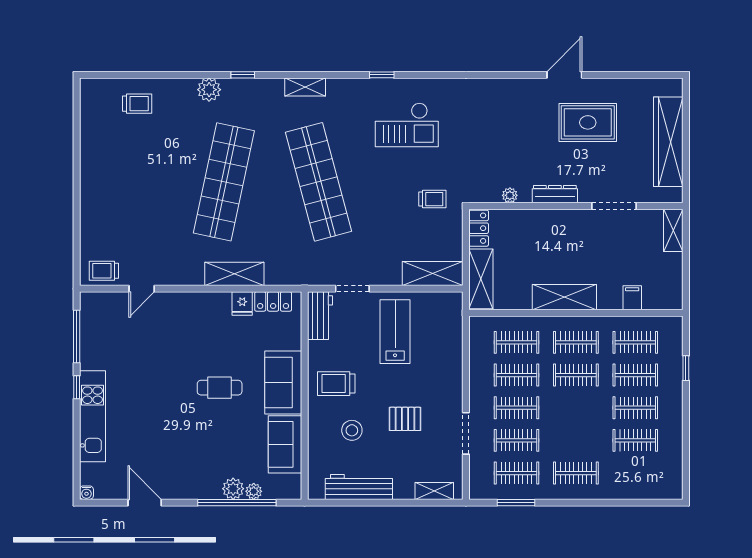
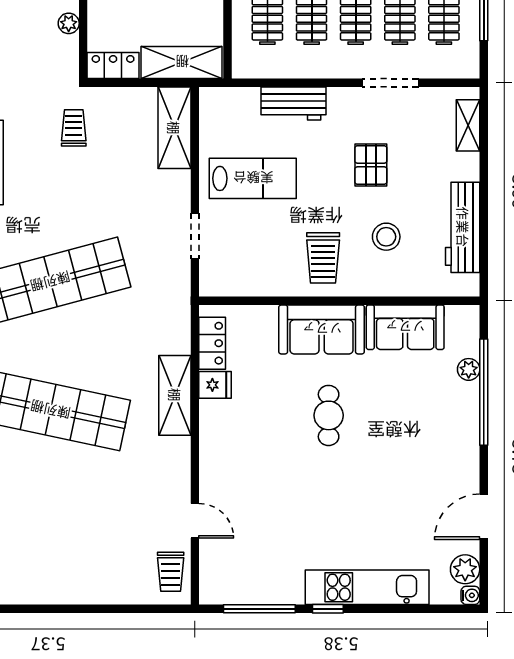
workbench: (320, 316) -> (293, 103), moved, turned 180
lab bench: (395, 332) -> (253, 178), turned 180
plant: (233, 489) -> (465, 569), moved

